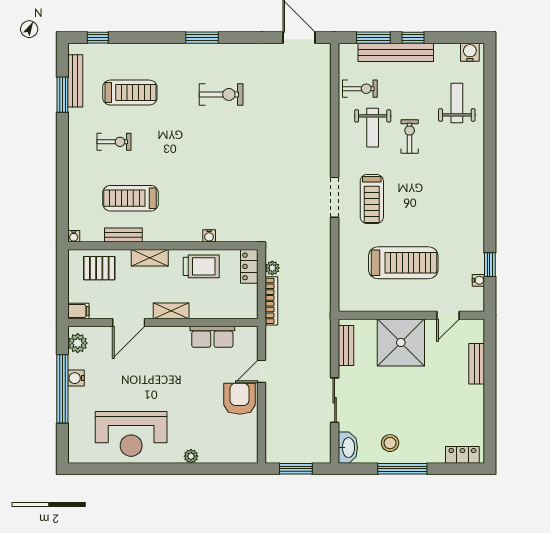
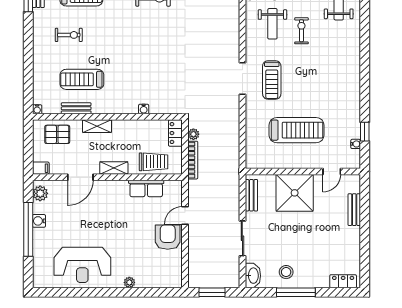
trolley: (201, 266) -> (154, 162), moved

